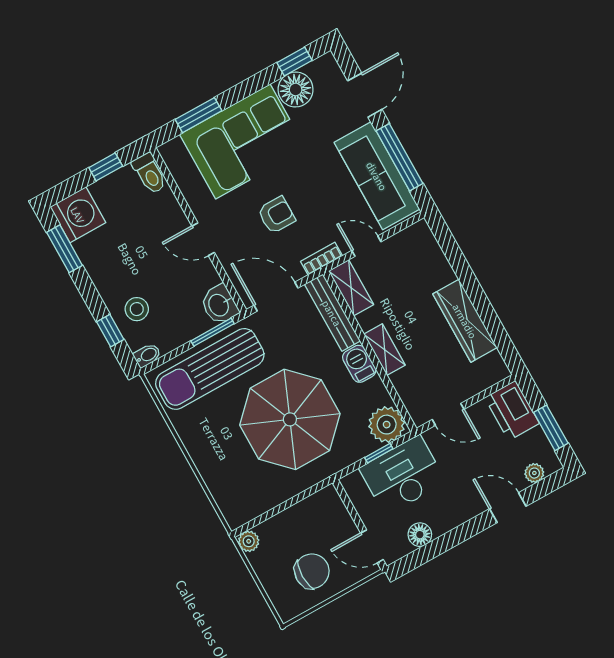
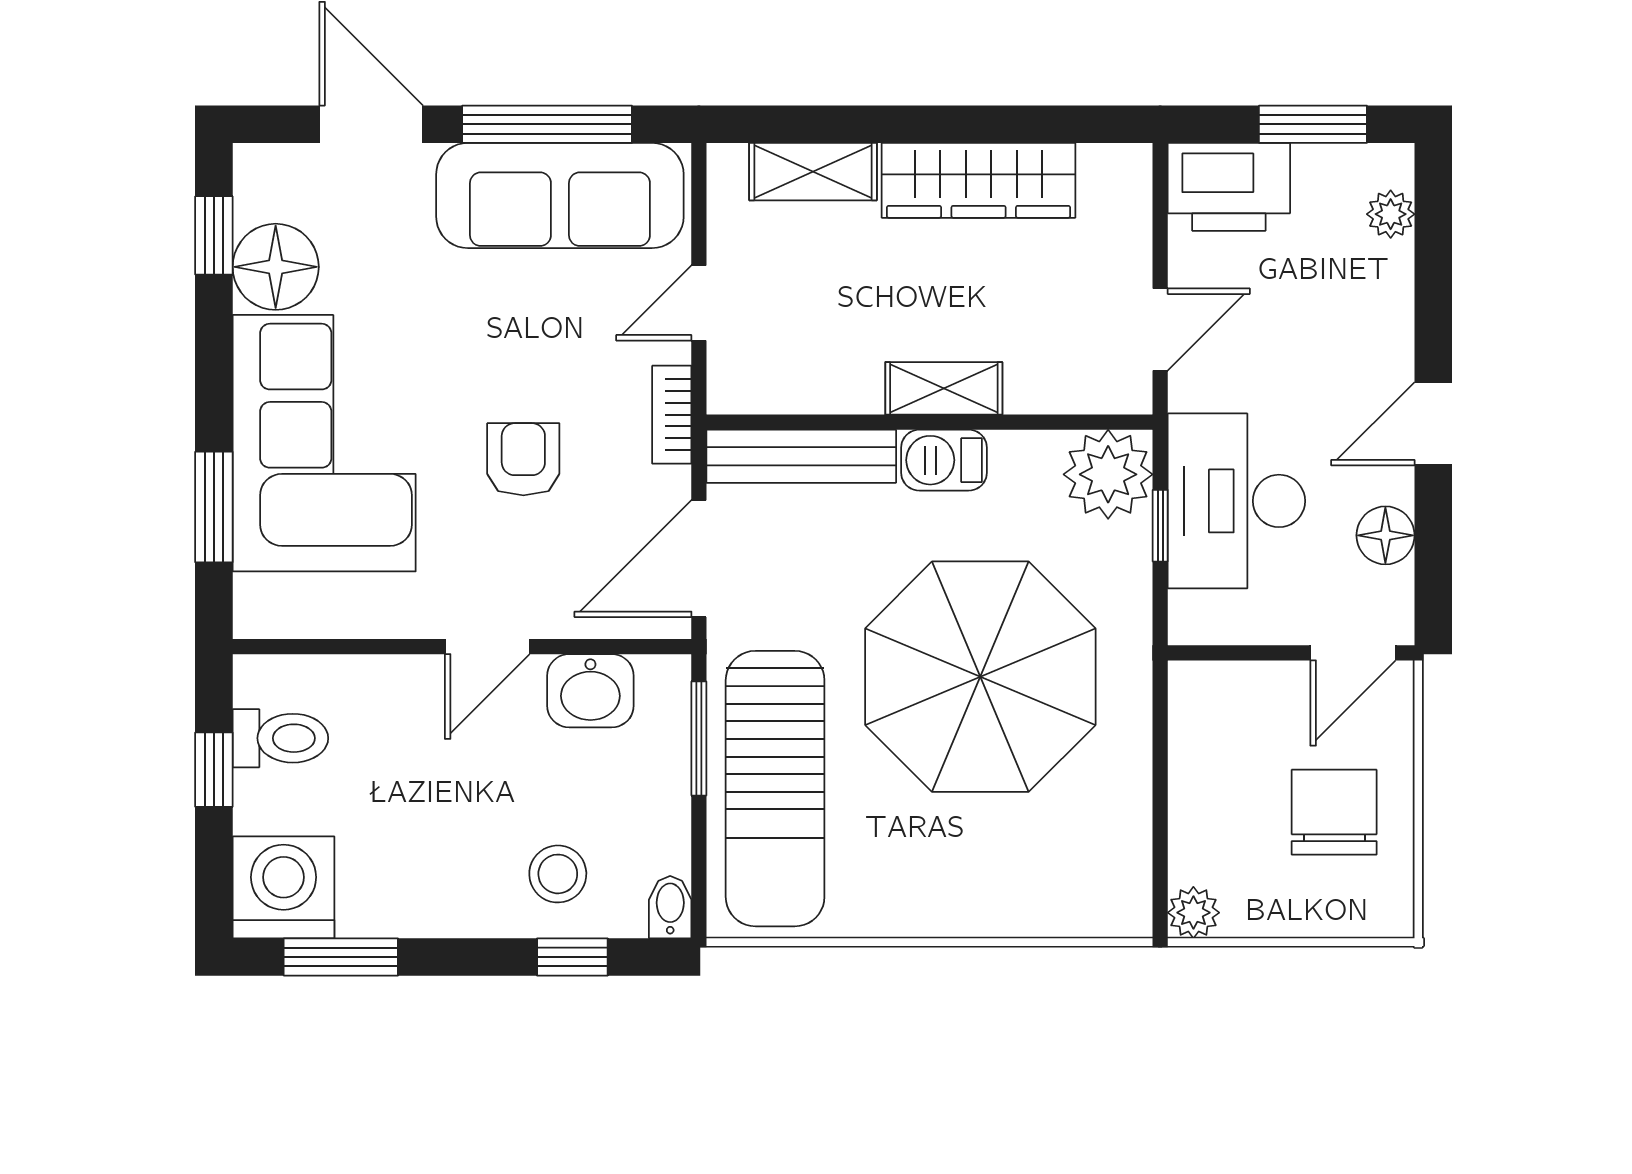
toilet: (149, 173) -> (280, 738), moved
shelving: (351, 288) -> (813, 172), moved
washbasin: (219, 305) -> (590, 691), moved
door: (508, 508) -> (1433, 424), moved

